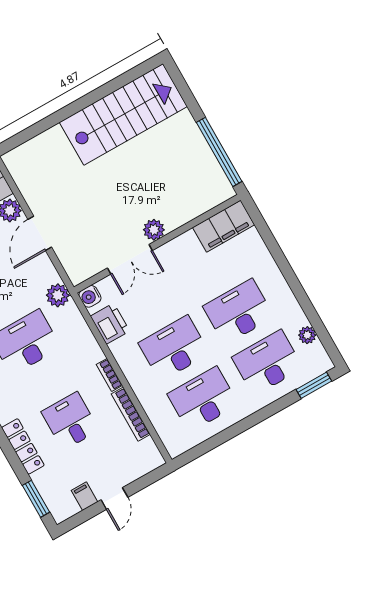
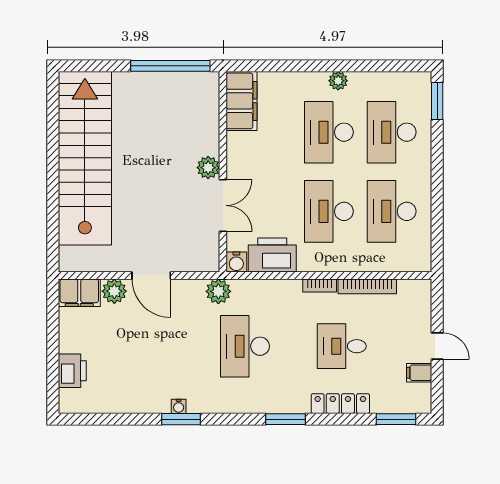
stairs: (123, 114) -> (85, 158), width x1.36
printer: (110, 324) -> (272, 255), width x1.37, depth x1.19
plant: (307, 335) -> (338, 81), moved

